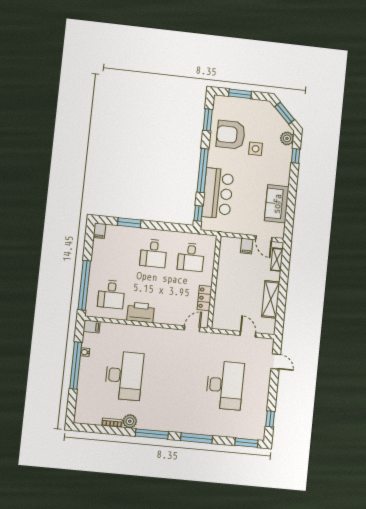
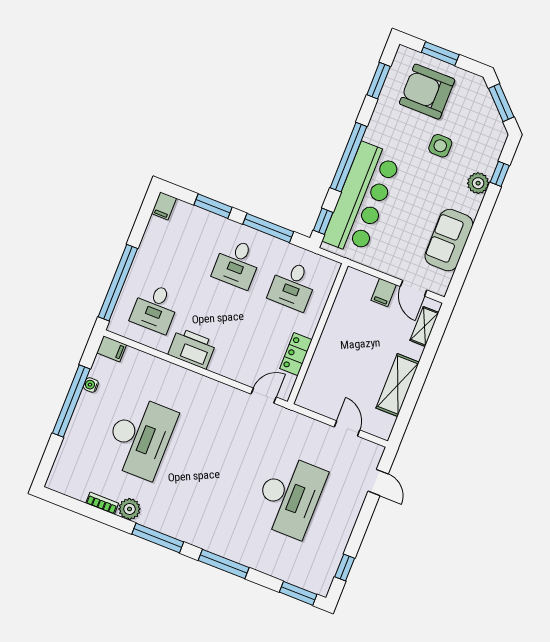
armchair: (231, 135) -> (427, 92), moved
plant: (287, 138) -> (478, 183), moved
bar counter: (218, 193) -> (362, 199), width x1.36
window: (166, 227) -> (268, 228), added

